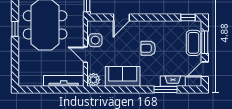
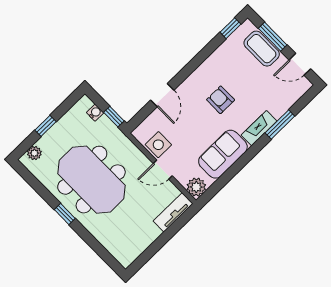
armchair: (148, 48) -> (221, 100), turned 90
door: (205, 69) -> (300, 64), hinge flipped
tv unit: (64, 81) -> (173, 212), width x0.71
fireplace: (173, 81) -> (259, 128), moved

